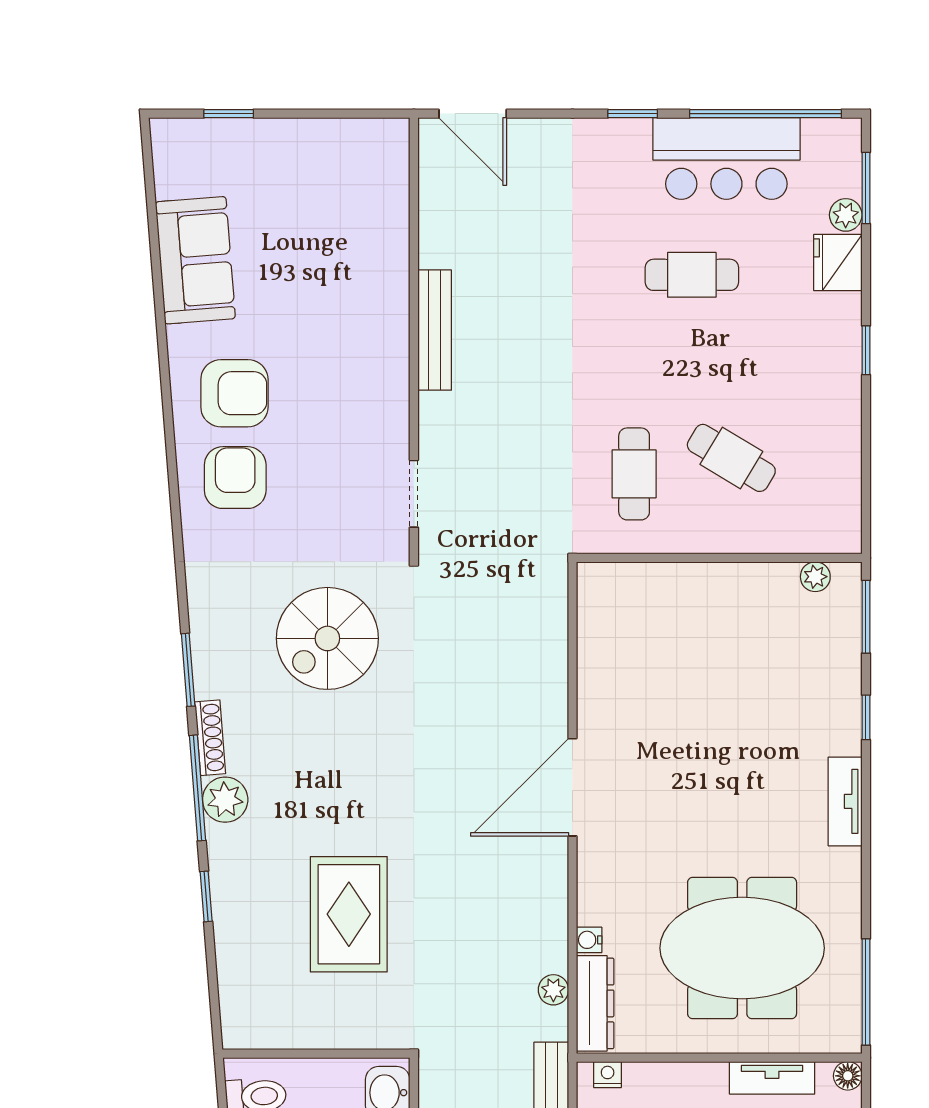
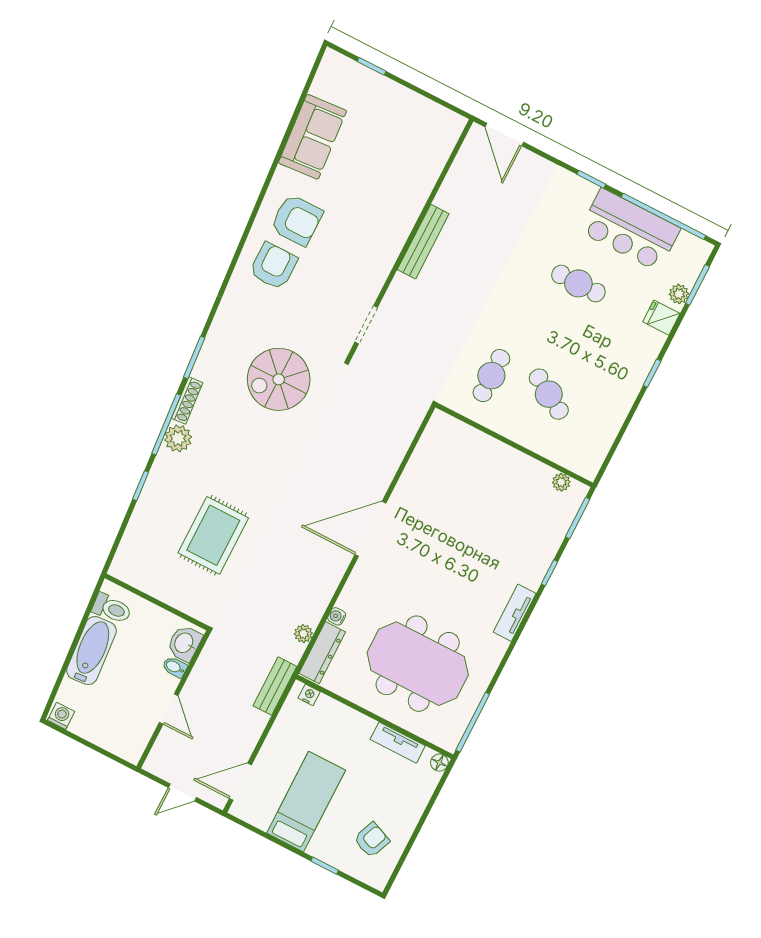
fridge: (838, 262) -> (661, 318), width x0.72

